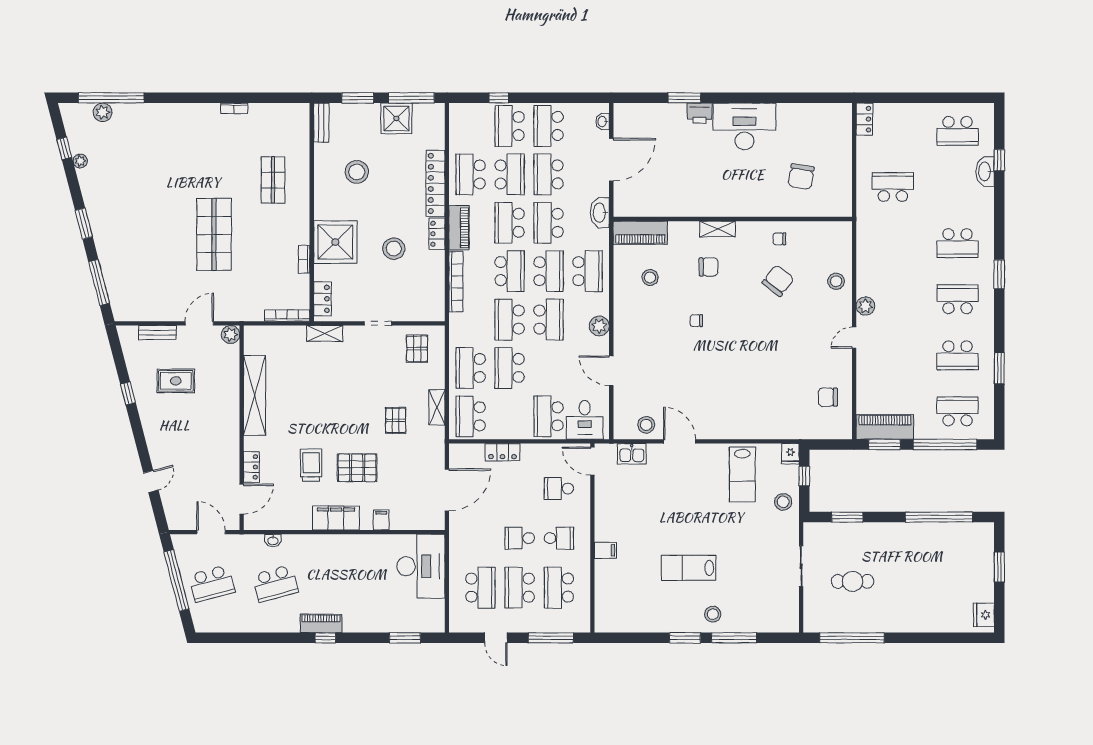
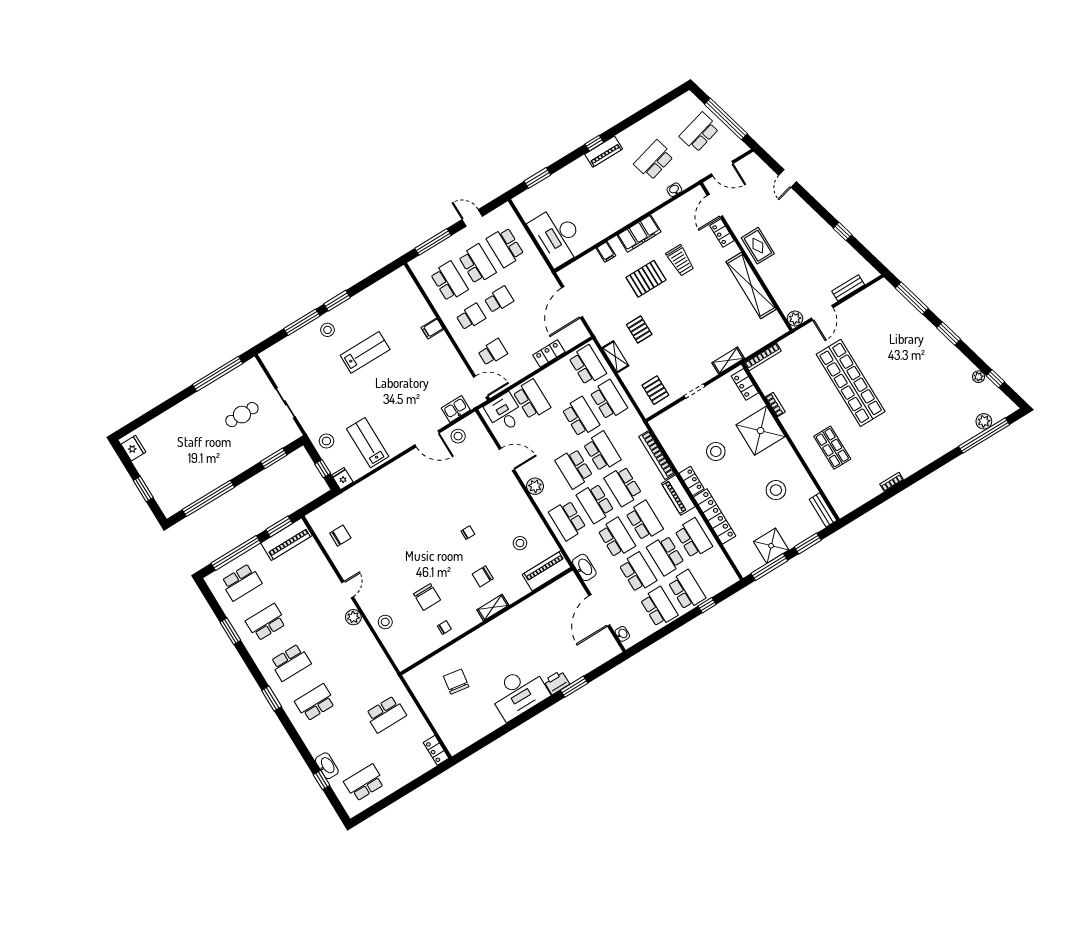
shop shelf: (214, 234) -> (851, 383), width x1.40
chair: (778, 281) -> (427, 597), turned -38
rug: (176, 381) -> (758, 246), moved, turned 90
school desk: (559, 538) -> (471, 317), turned 180

